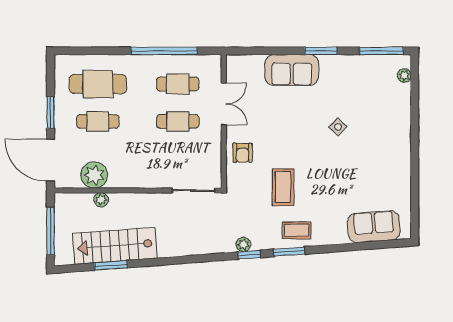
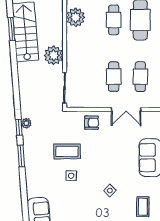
armchair: (243, 153) -> (91, 123), turned 180
side table: (317, 181) -> (71, 176), added
plant: (101, 200) -> (54, 55), moved, width x1.88, depth x1.88
coffee table: (297, 230) -> (143, 207), moved

